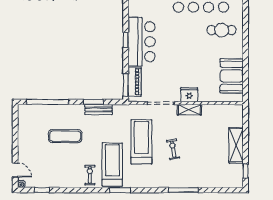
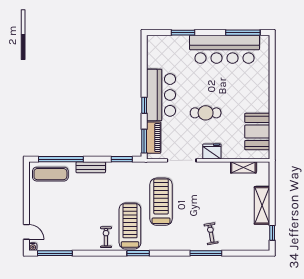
cafe table: (222, 30) -> (206, 113), moved
window: (126, 40) -> (144, 105), moved
window: (93, 102) -> (122, 159), moved
bench: (99, 110) -> (91, 167), moved
shelving: (189, 110) -> (243, 167), moved
exercise mat: (65, 136) -> (50, 174), moved
exercise bike: (173, 149) -> (211, 234), moved
window: (42, 190) -> (55, 253), width x2.17

